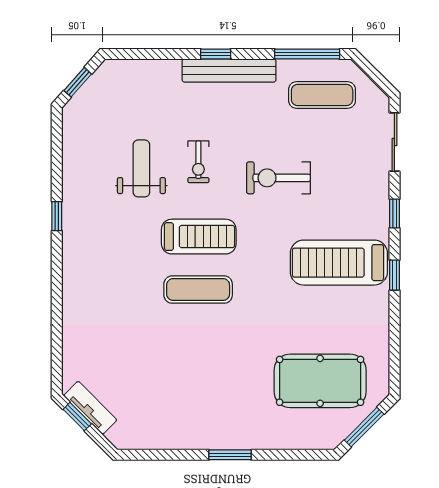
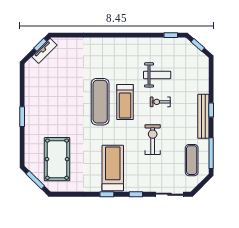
window: (57, 216) -> (171, 35), moved
exercise mat: (198, 290) -> (100, 102), width x1.36, depth x1.45

